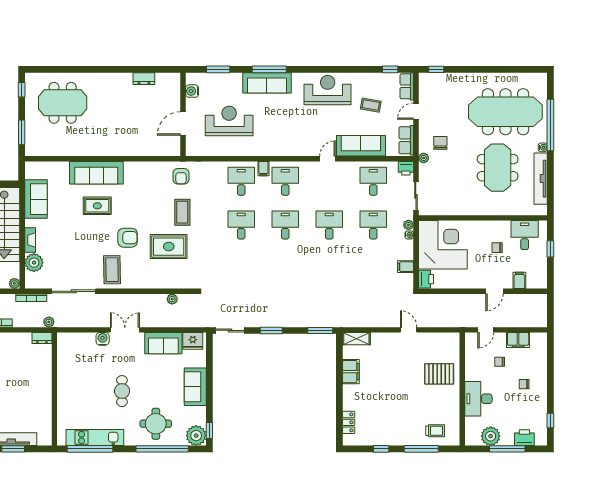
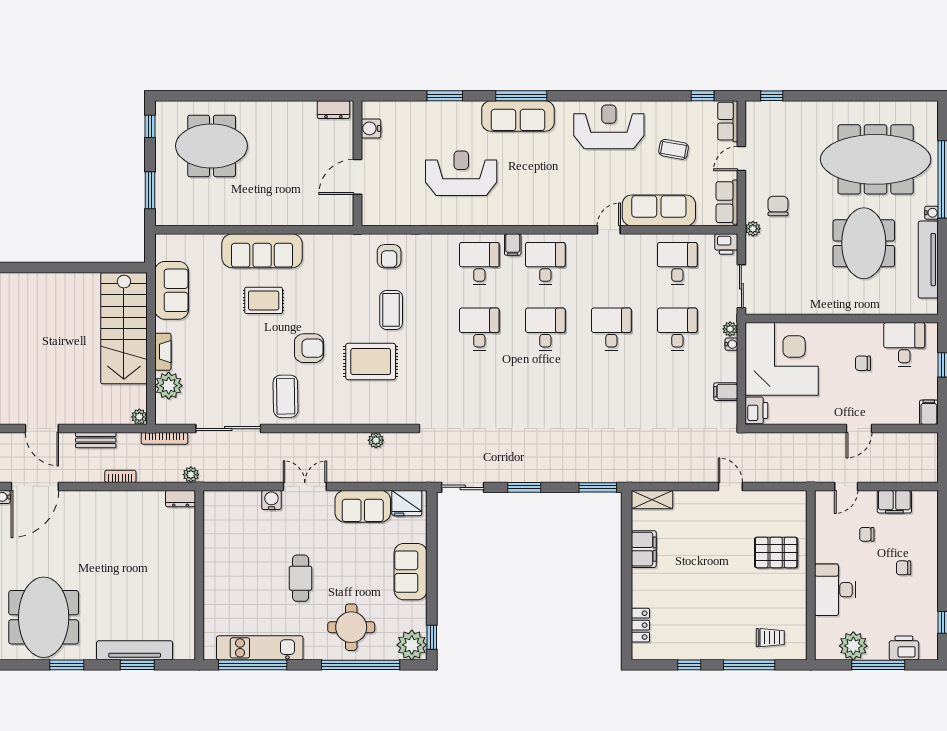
water cooler: (192, 91) -> (371, 128), moved
wall: (183, 114) -> (357, 163), moved
door: (183, 123) -> (357, 177), moved
filing cabinet: (519, 280) -> (929, 412), moved

